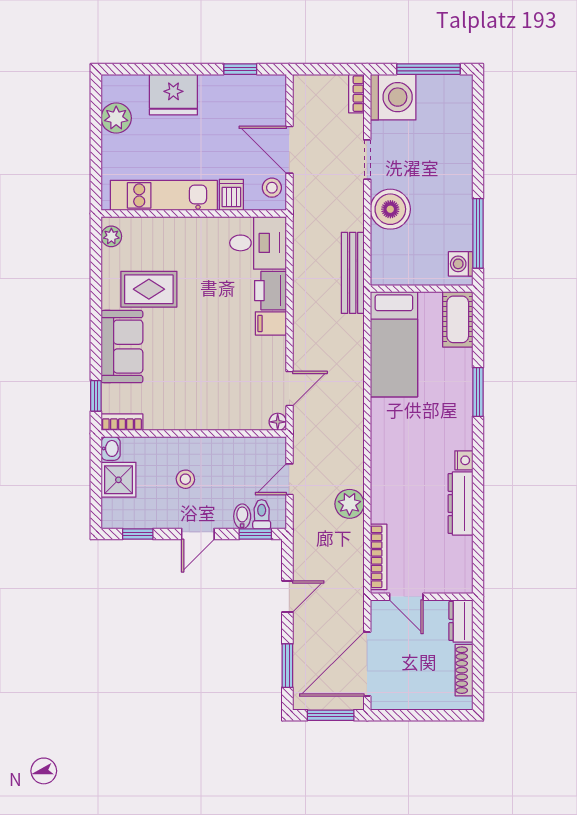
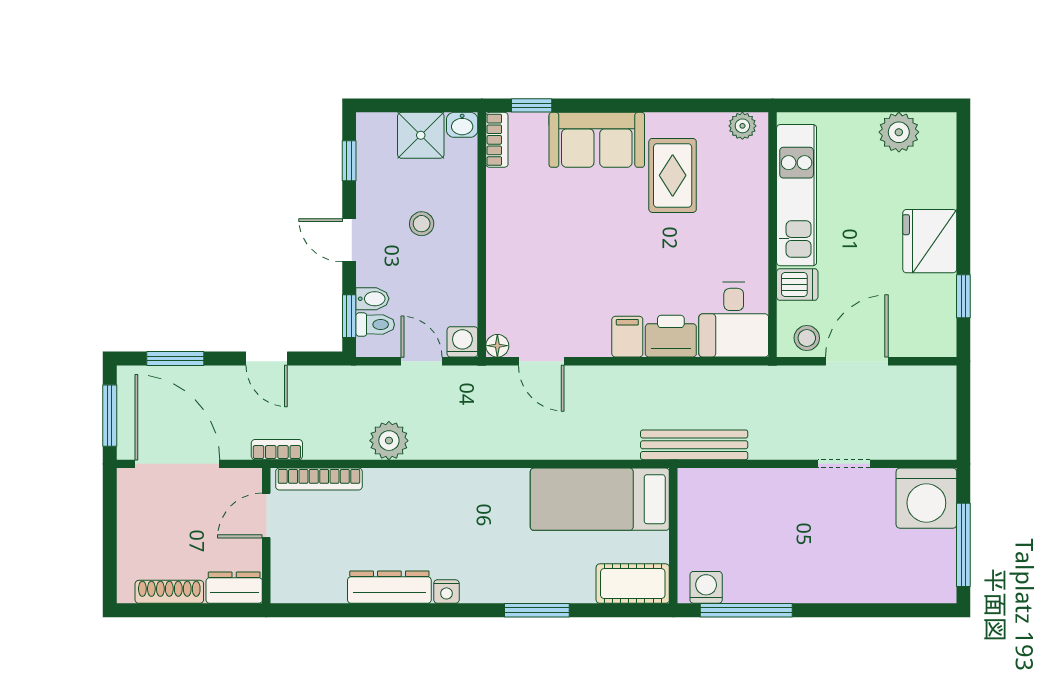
bookcase: (356, 94) -> (277, 450), moved
fridge: (173, 95) -> (930, 241), moved
boiler: (390, 209) -> (778, 494), removed
washing machine: (275, 448) -> (462, 342), added

